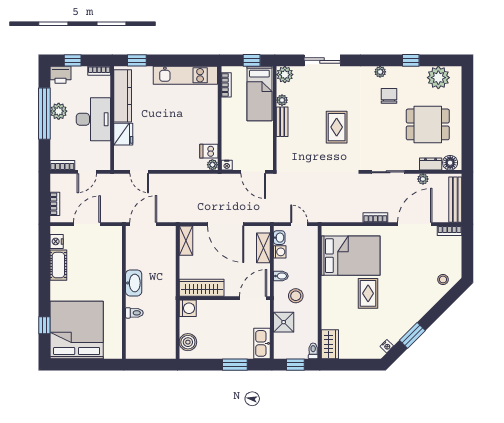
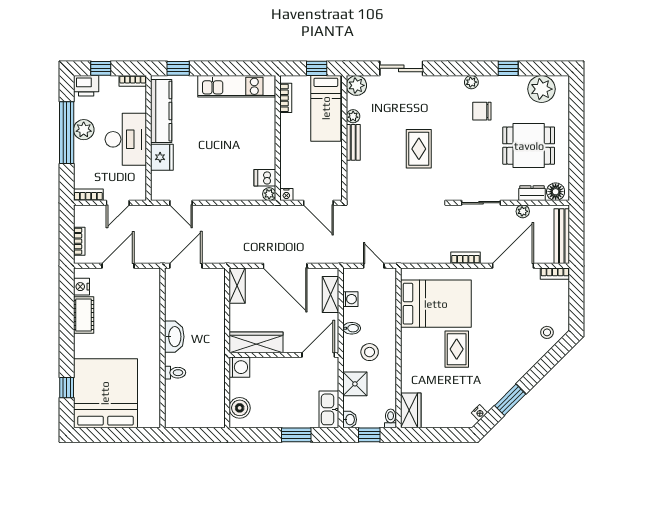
chair: (389, 96) -> (482, 111), turned -90
washbasin: (279, 238) -> (350, 420), moved

